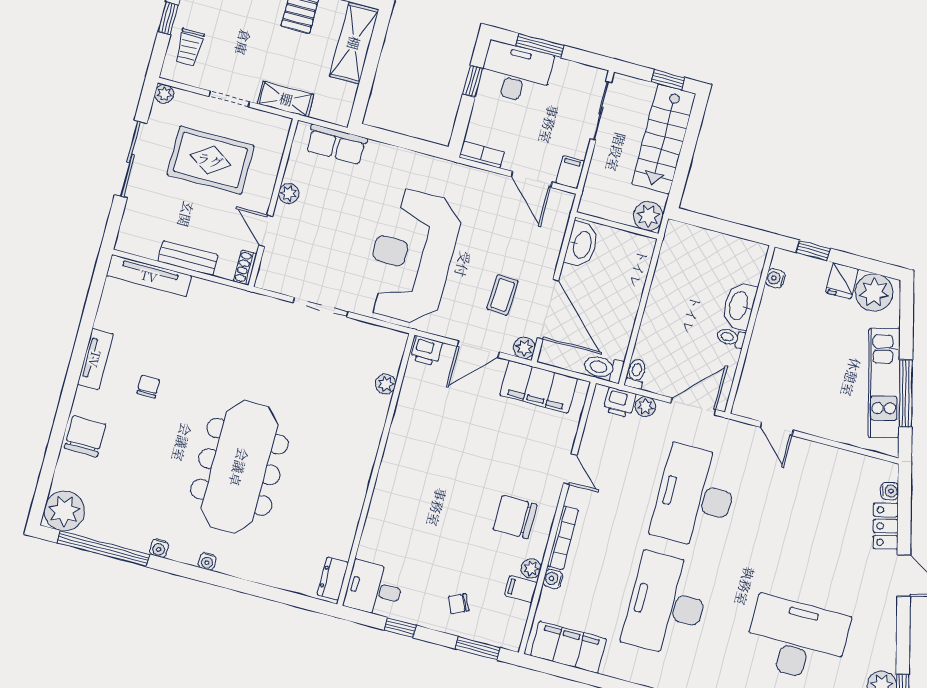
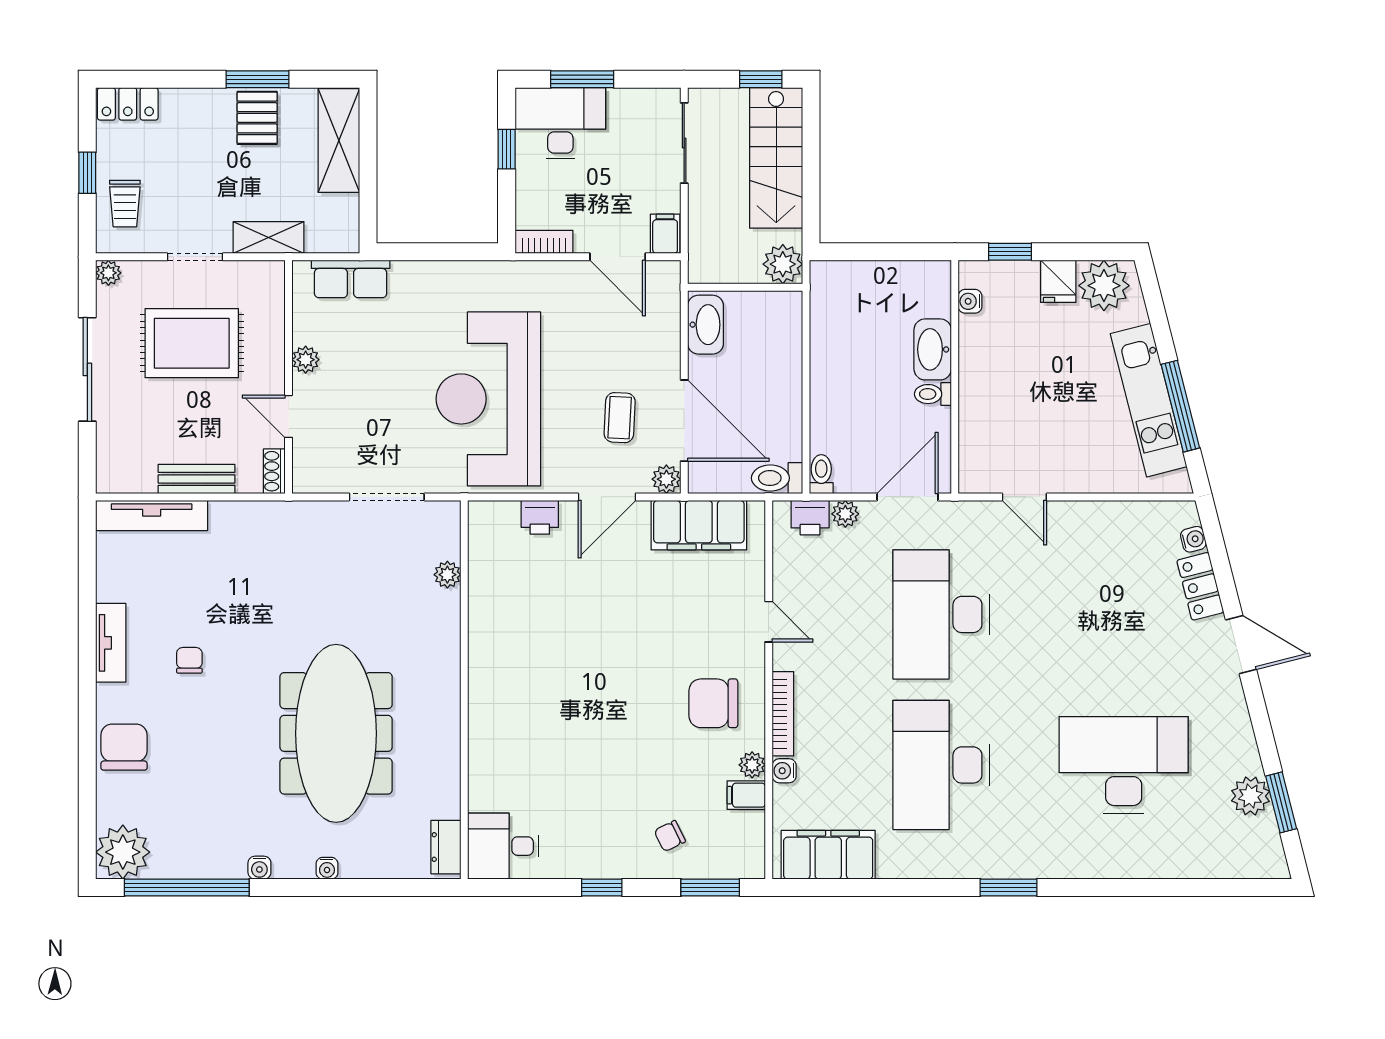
plant: (386, 384) -> (447, 575), moved
wall: (376, 470) -> (464, 690), moved
dresser: (333, 579) -> (446, 847), moved
desk: (374, 589) -> (503, 846), moved

